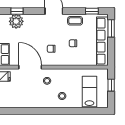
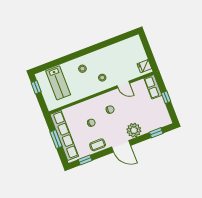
plant: (16, 21) -> (134, 130), moved
window: (111, 28) -> (56, 139), moved
door: (30, 67) -> (123, 85), width x0.53
window: (111, 85) -> (36, 87), moved

